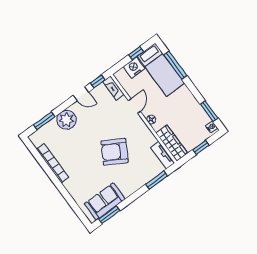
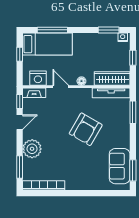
nightstand: (134, 68) -> (38, 78), moved, turned -90
tv unit: (163, 155) -> (111, 93), width x1.41
bookcase: (52, 163) -> (44, 185), moved

